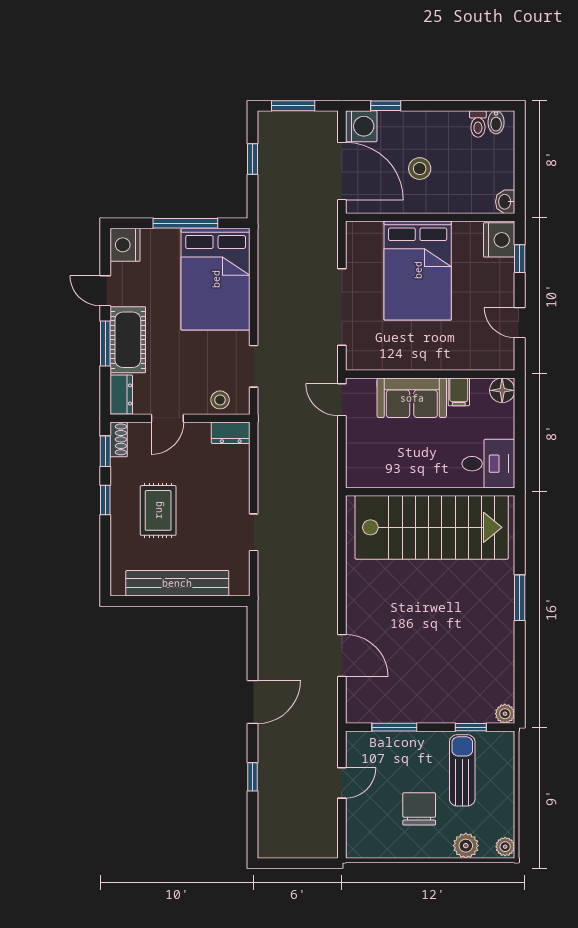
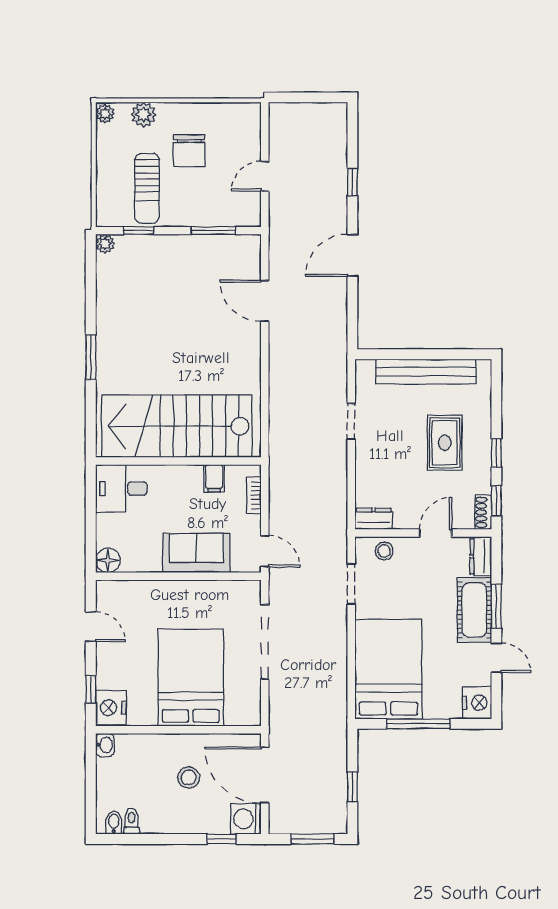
filing cabinet: (459, 392) -> (214, 478), moved, turned 180
bookcase: (353, 457) -> (254, 495), added

